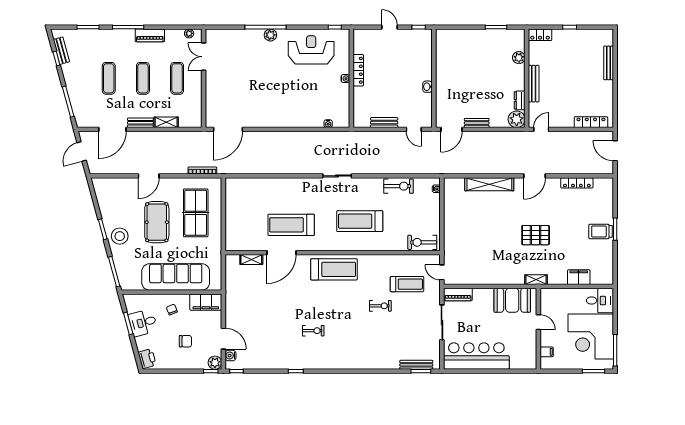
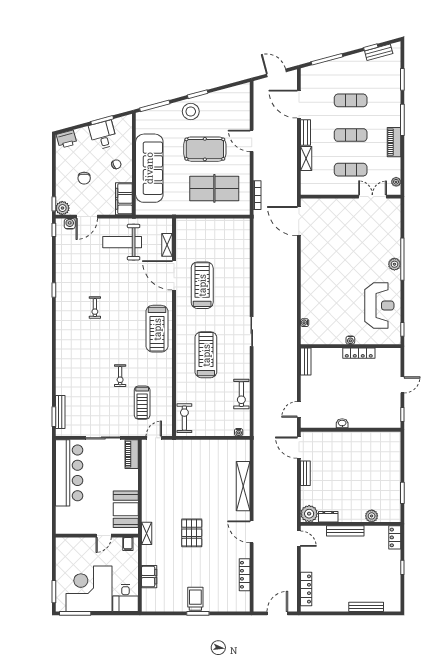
bench: (384, 123) -> (306, 361), moved
weight bench: (249, 304) -> (122, 242), added
filing cabinet: (547, 352) -> (128, 544), moved

